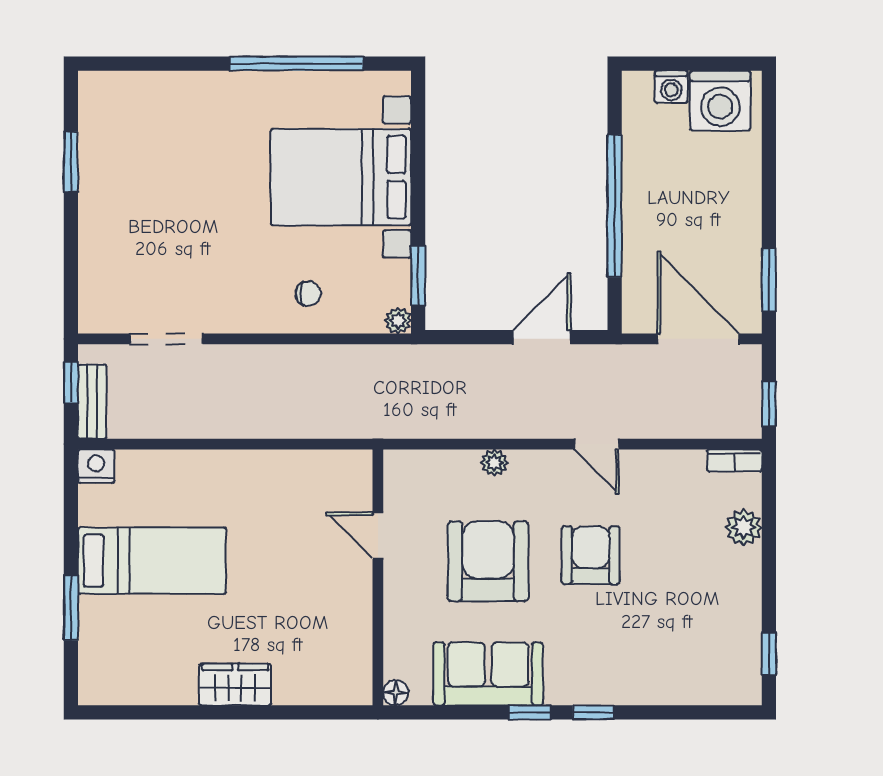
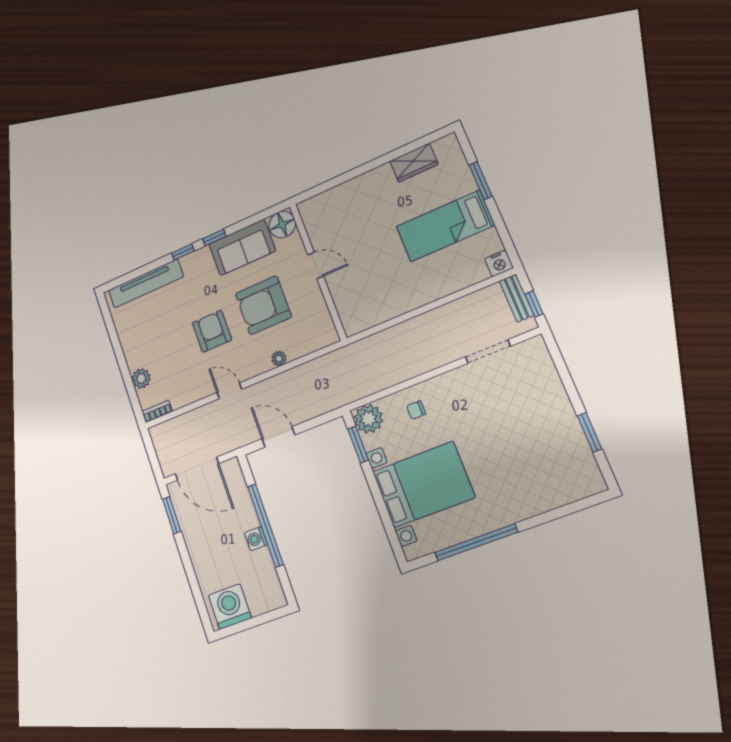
washing machine: (671, 87) -> (256, 539), moved, turned -90
plant: (398, 321) -> (368, 419), width x1.88, depth x1.88
door: (542, 337) -> (278, 437), swing flipped
window: (769, 404) -> (150, 448), removed
door: (378, 536) -> (316, 265), moved
armchair: (591, 555) -> (212, 331), turned 180
armchair: (488, 561) -> (263, 305), turned 90
window: (769, 654) -> (108, 320), removed
wardrobe: (235, 685) -> (414, 163), moved
tv unit: (678, 687) -> (146, 284), added
floor lamp: (396, 693) -> (282, 224), width x1.89, depth x1.89

